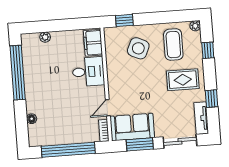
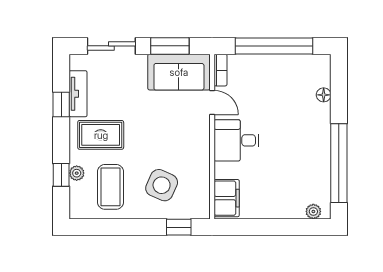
plant: (195, 26) -> (77, 173), moved
plant: (45, 37) -> (313, 211), moved
desk: (88, 72) -> (237, 140), moved
door: (108, 108) -> (212, 102), hinge flipped
tv unit: (201, 118) -> (78, 94), moved

